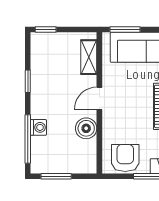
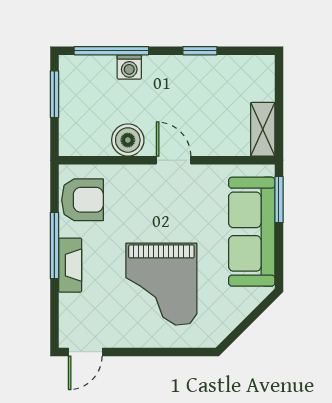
window: (46, 30) -> (279, 78), removed
shelving: (89, 57) -> (263, 129), moved, turned 90

